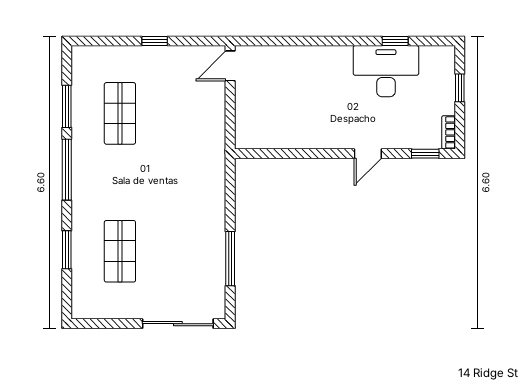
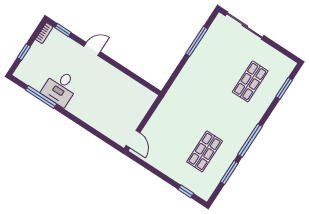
window: (155, 41) -> (186, 191), moved
window: (395, 41) -> (41, 97), width x2.17
door: (230, 66) -> (133, 139), hinge flipped
desk: (386, 71) -> (60, 88), width x0.73
window: (67, 250) -> (284, 88), moved

